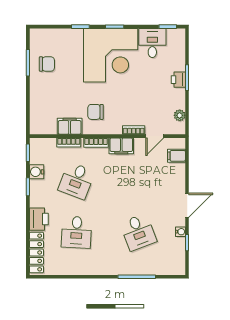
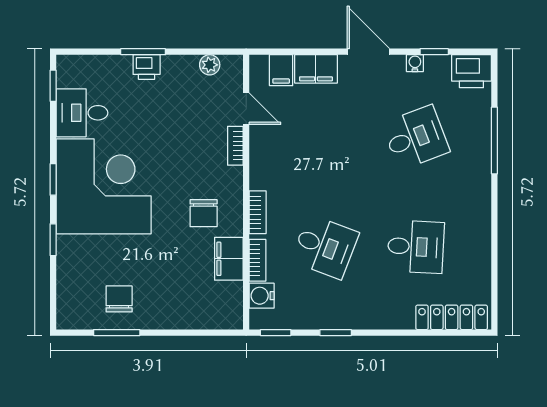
filing cabinet: (121, 146) -> (316, 69), moved, turned 90
water cooler: (37, 172) -> (262, 296), moved, turned 90
printer: (39, 219) -> (471, 71), moved, turned 180

